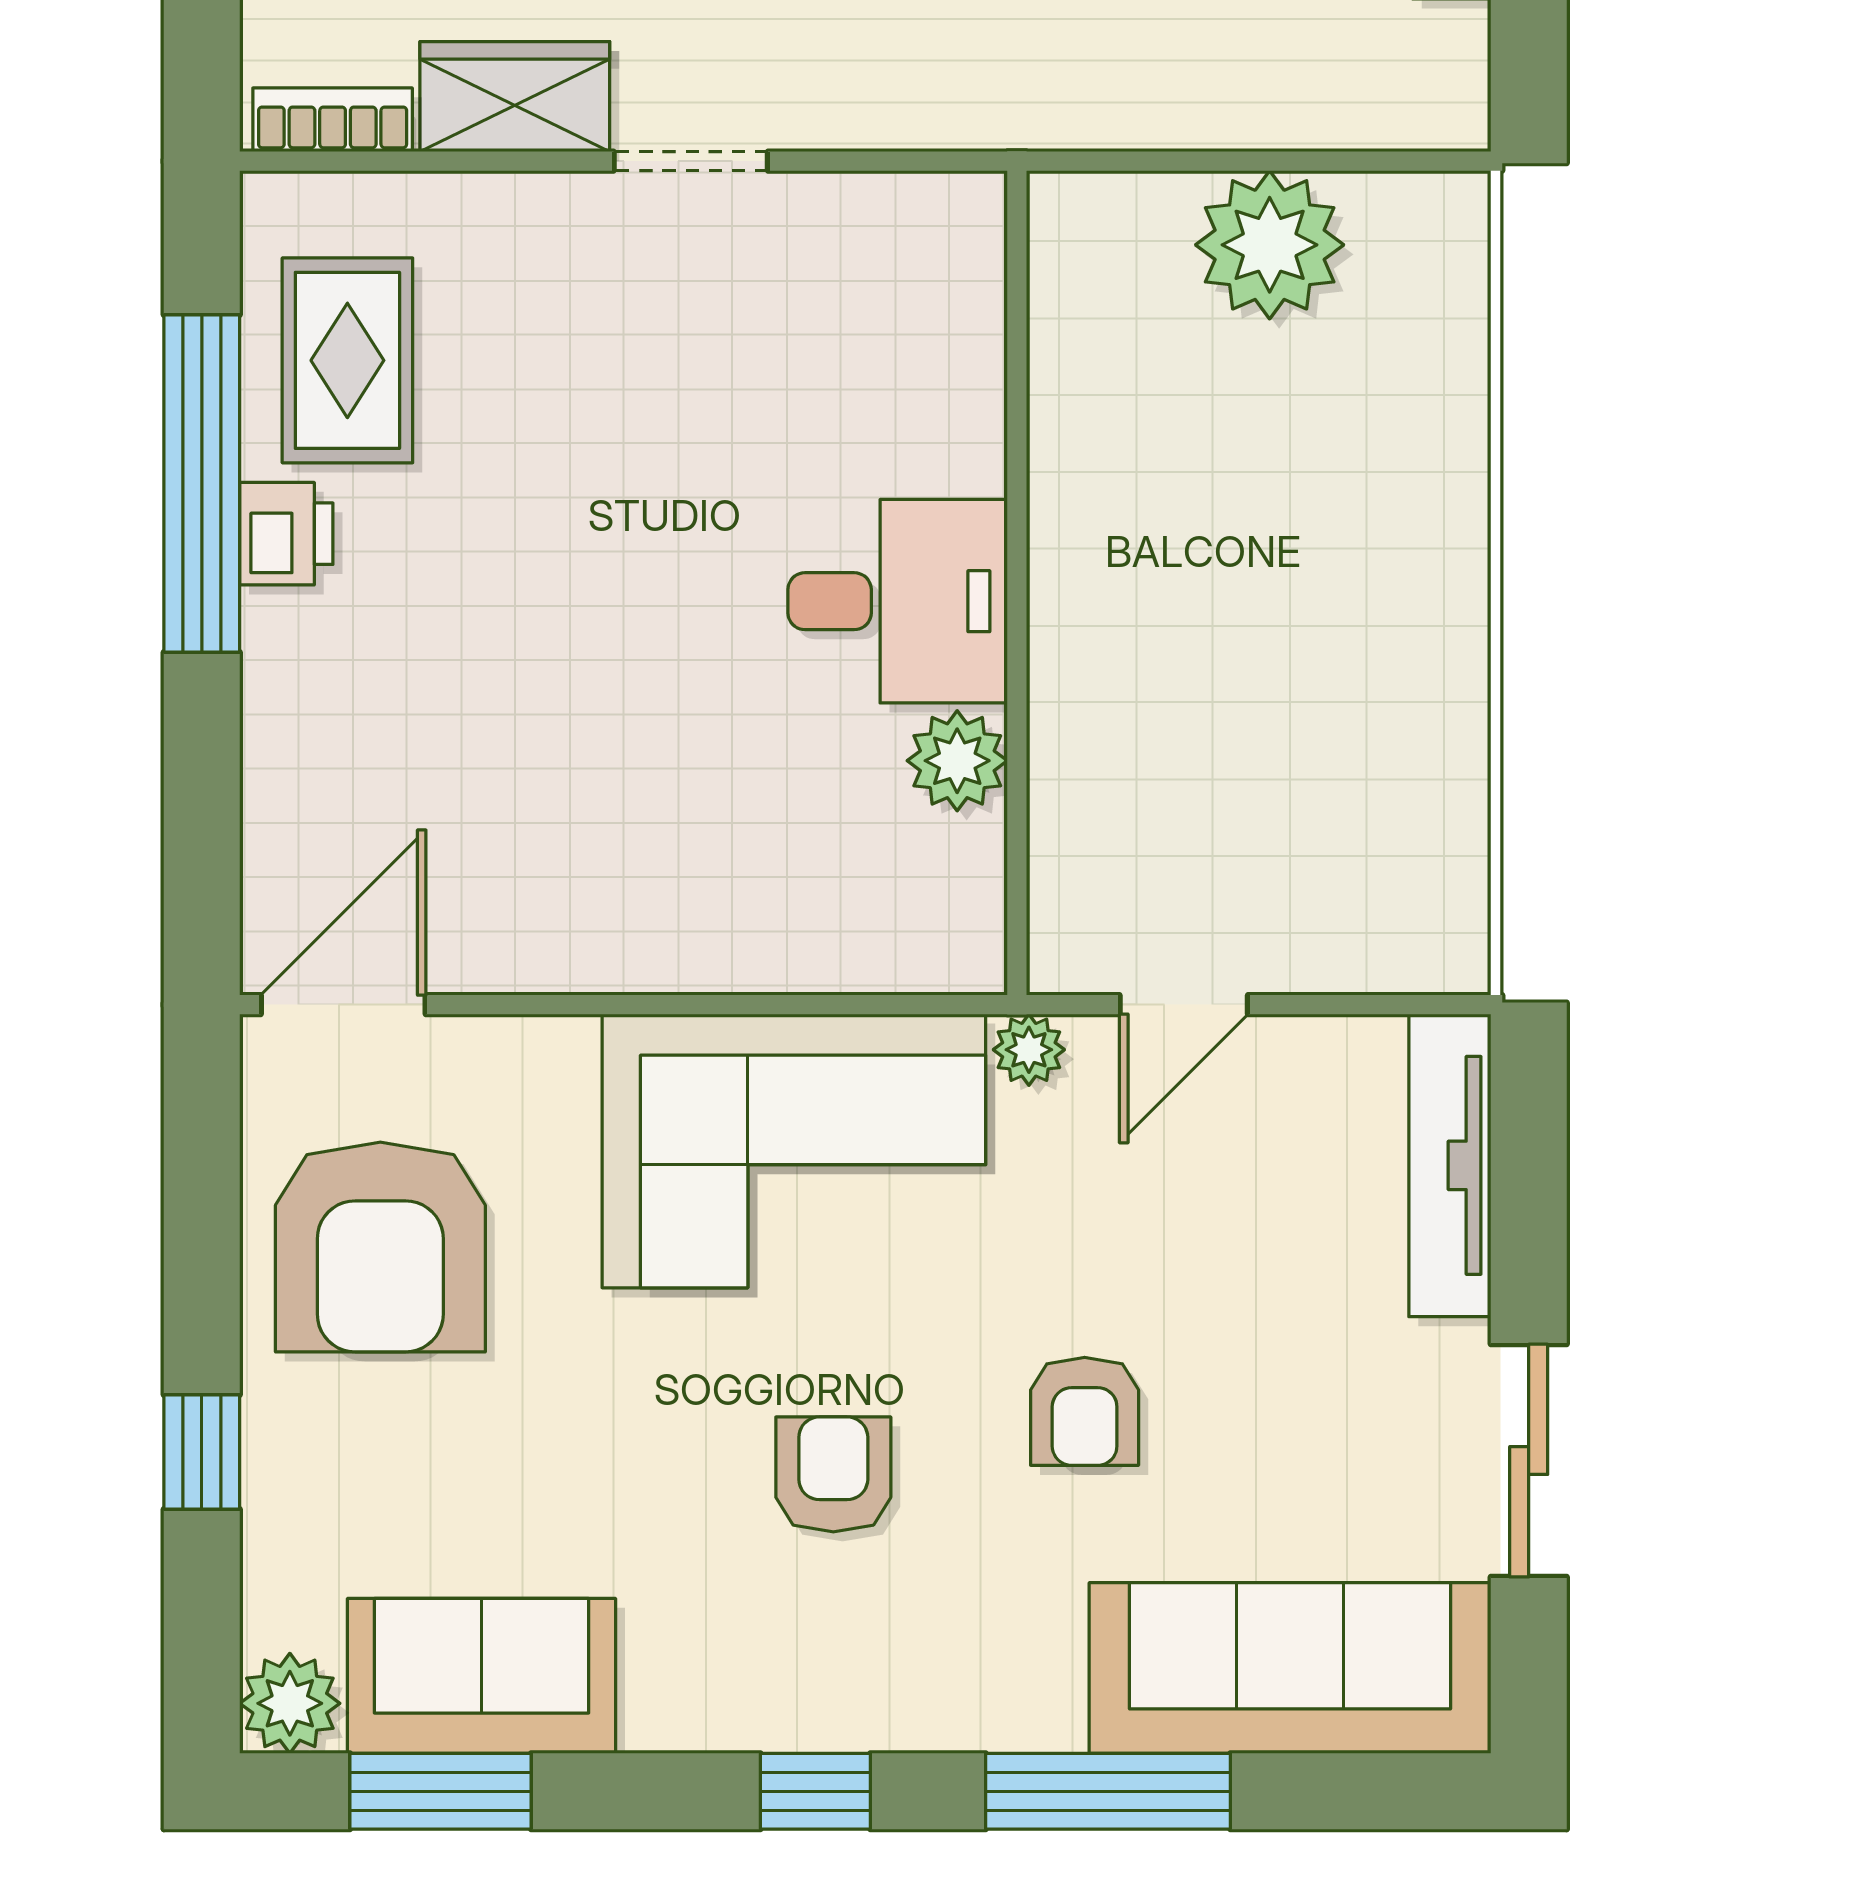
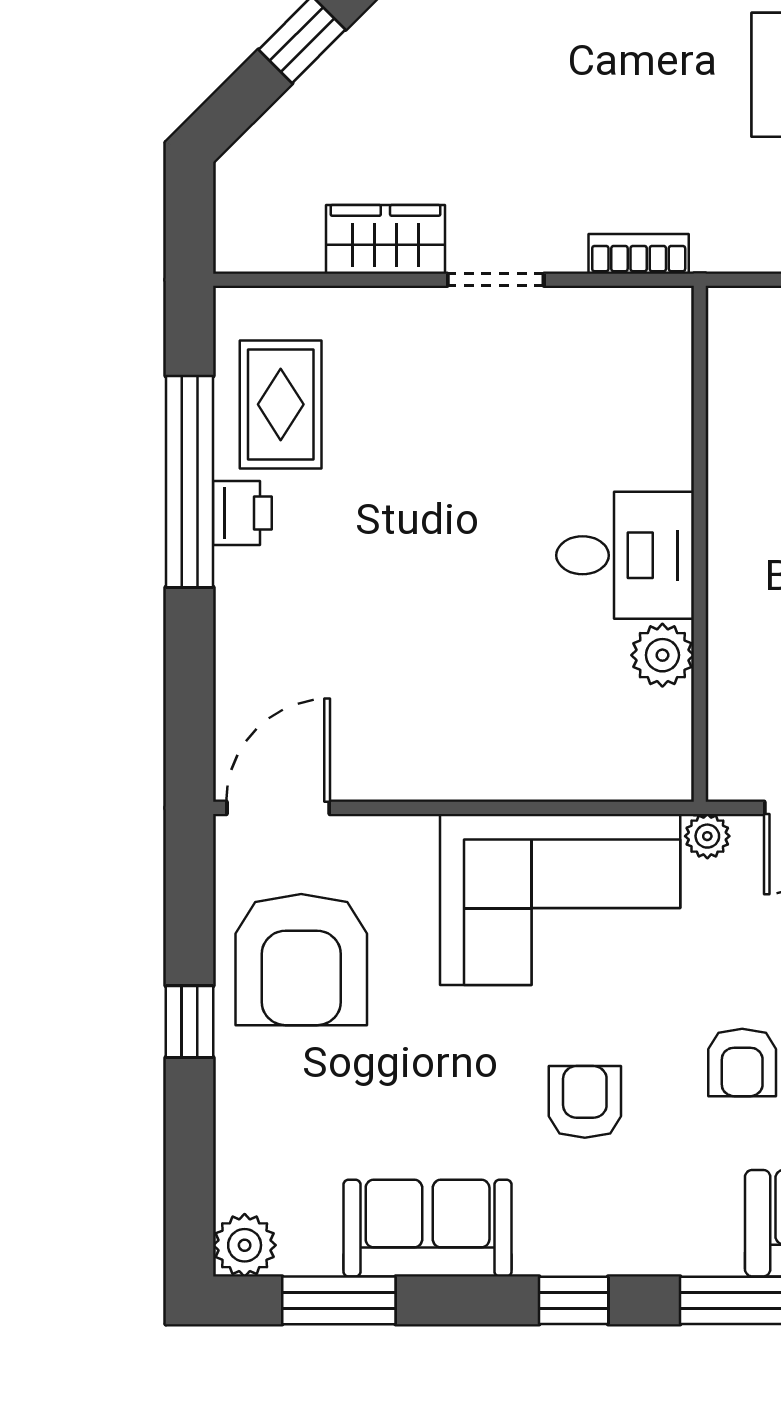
bookcase: (333, 120) -> (639, 254), moved
window: (202, 1452) -> (189, 1022), moved
sofa: (481, 1676) -> (428, 1228), moved

